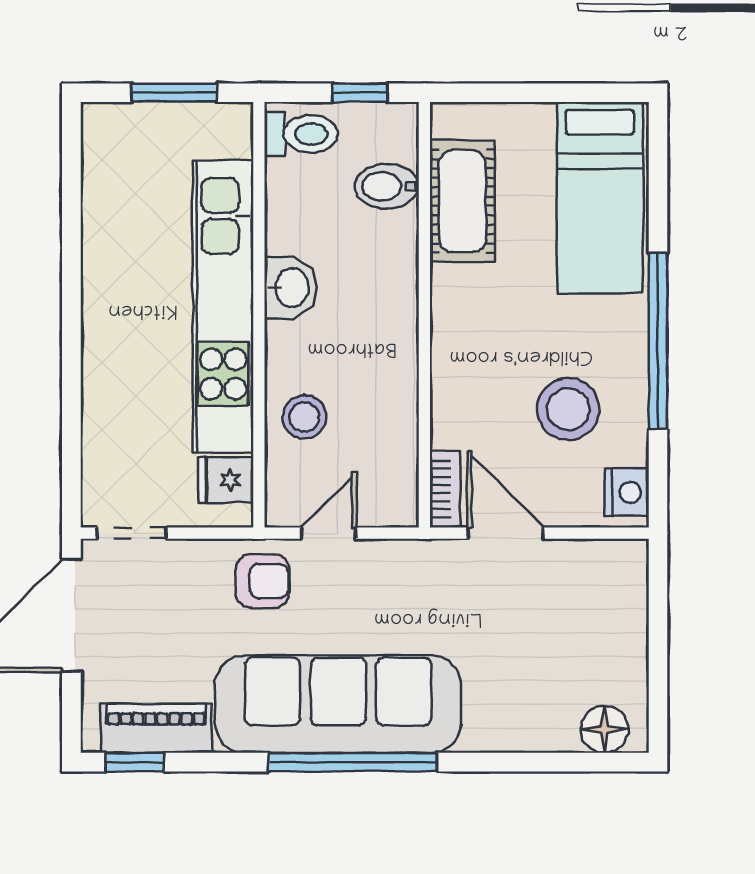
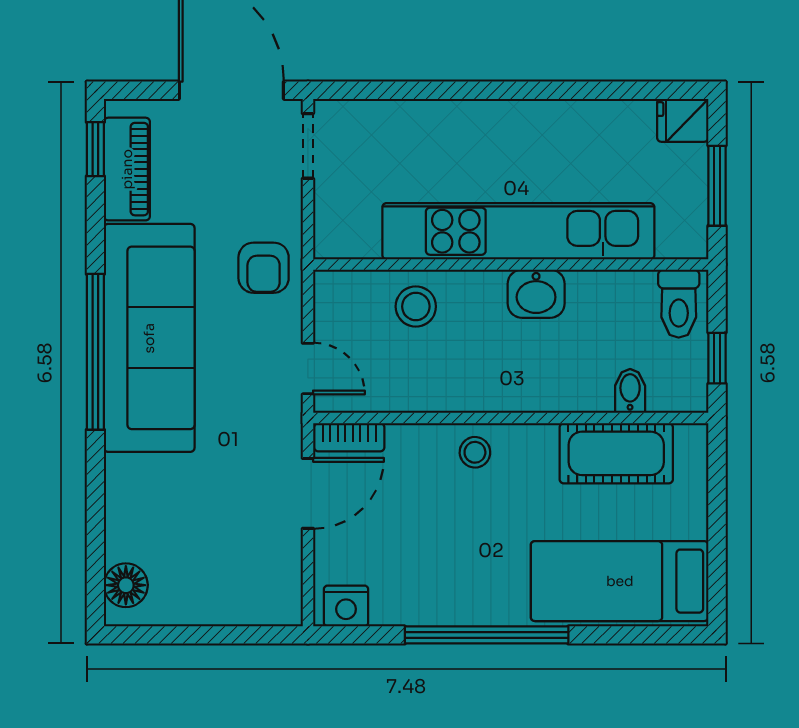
bidet: (387, 186) -> (630, 391), width x0.72, depth x0.74
stool: (568, 409) -> (475, 452), moved, width x0.53, depth x0.53
fridge: (226, 480) -> (683, 120), moved, turned -90
door: (329, 533) -> (308, 369), moved

